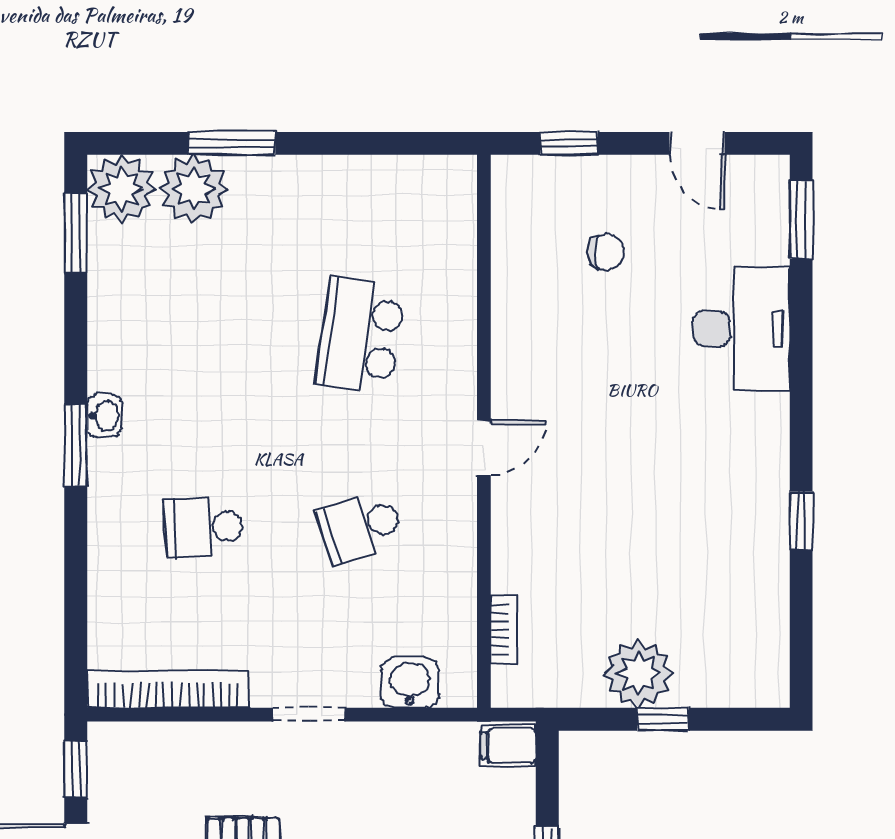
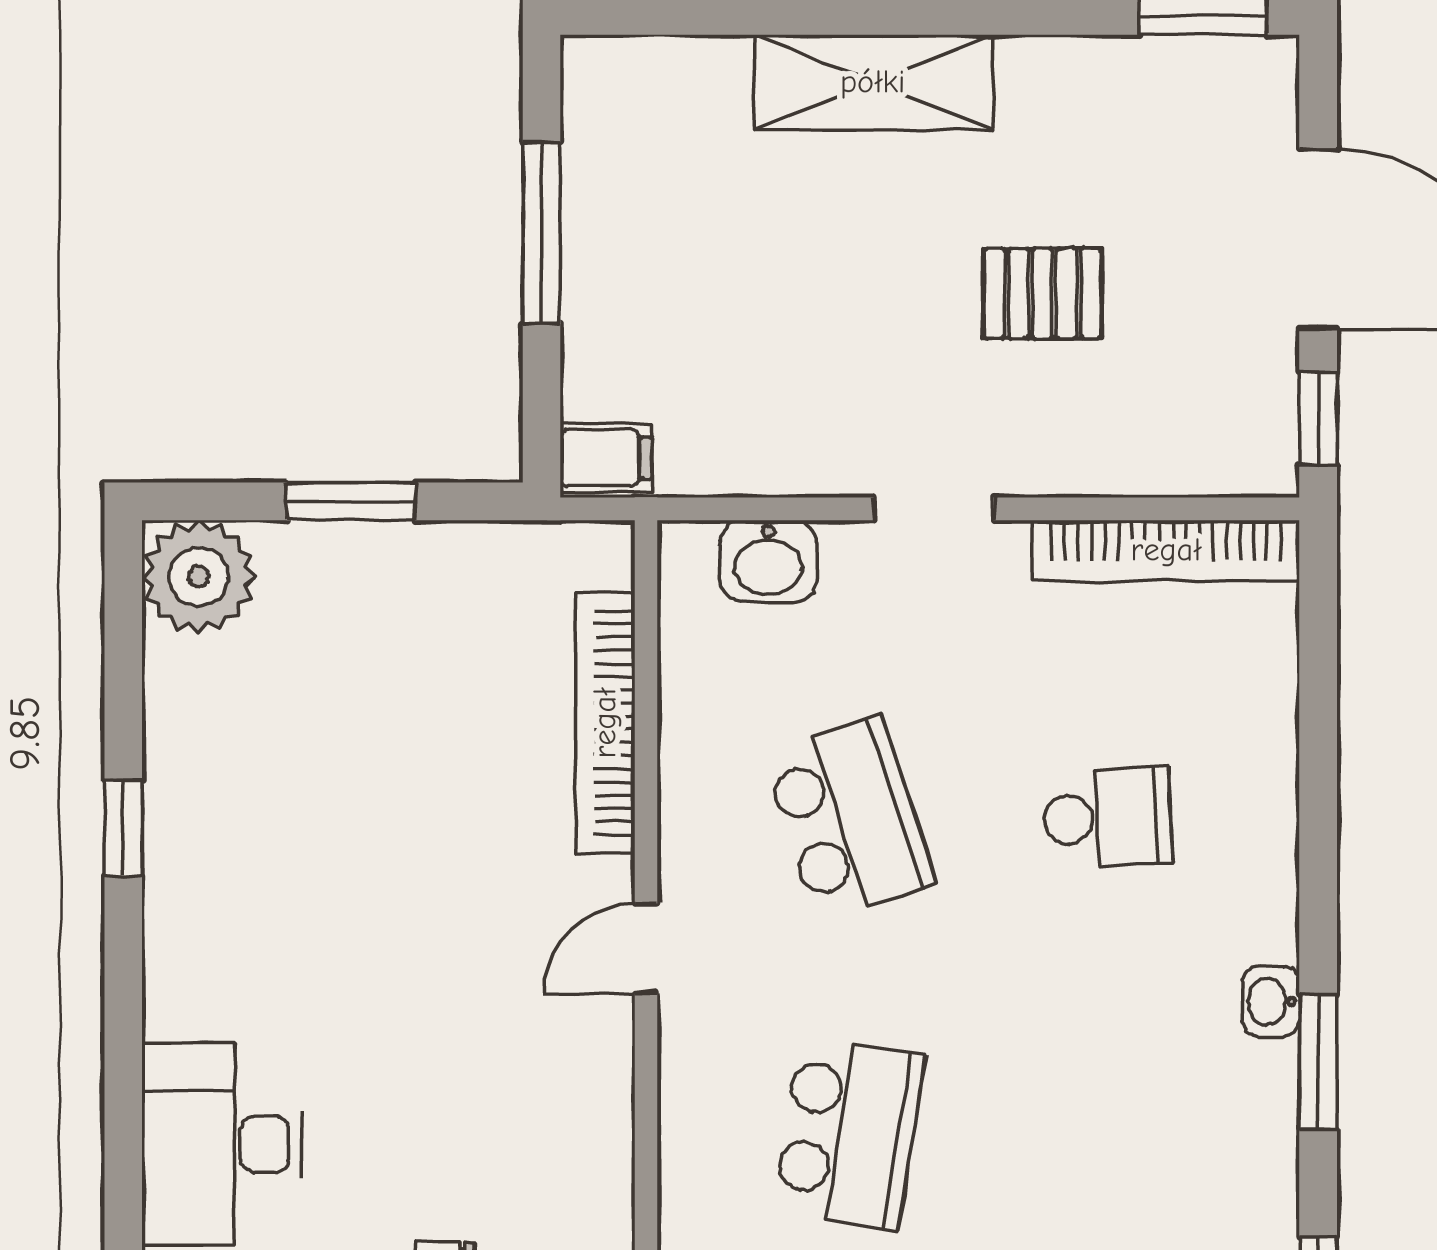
window: (76, 445) -> (1318, 1062), moved
school desk: (360, 527) -> (849, 818), width x1.85
bookcase: (504, 630) -> (605, 723), width x2.31, depth x1.31
plant: (639, 673) -> (199, 577), moved
window: (663, 719) -> (351, 501), width x1.50

